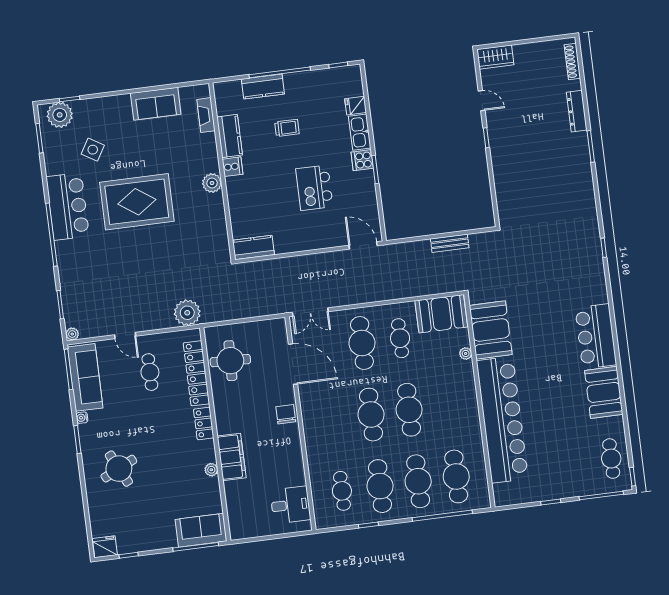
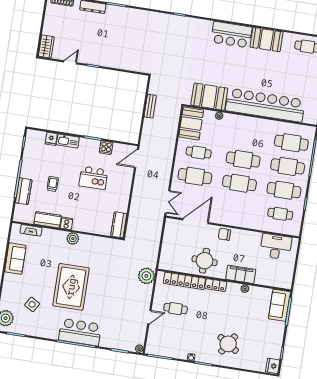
cooker: (362, 160) -> (106, 148), moved
bar counter: (68, 206) -> (80, 332), moved
round table: (230, 361) -> (205, 261), moved
sofa: (85, 377) -> (168, 348), removed
round table: (119, 469) -> (228, 344), turned -31
desk: (290, 505) -> (276, 247), width x1.37

